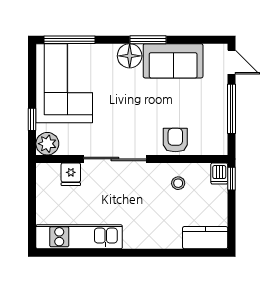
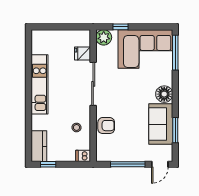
window: (148, 40) -> (175, 130), moved
window: (231, 179) -> (48, 164), moved
kitchen unit: (79, 237) -> (40, 84), moved

